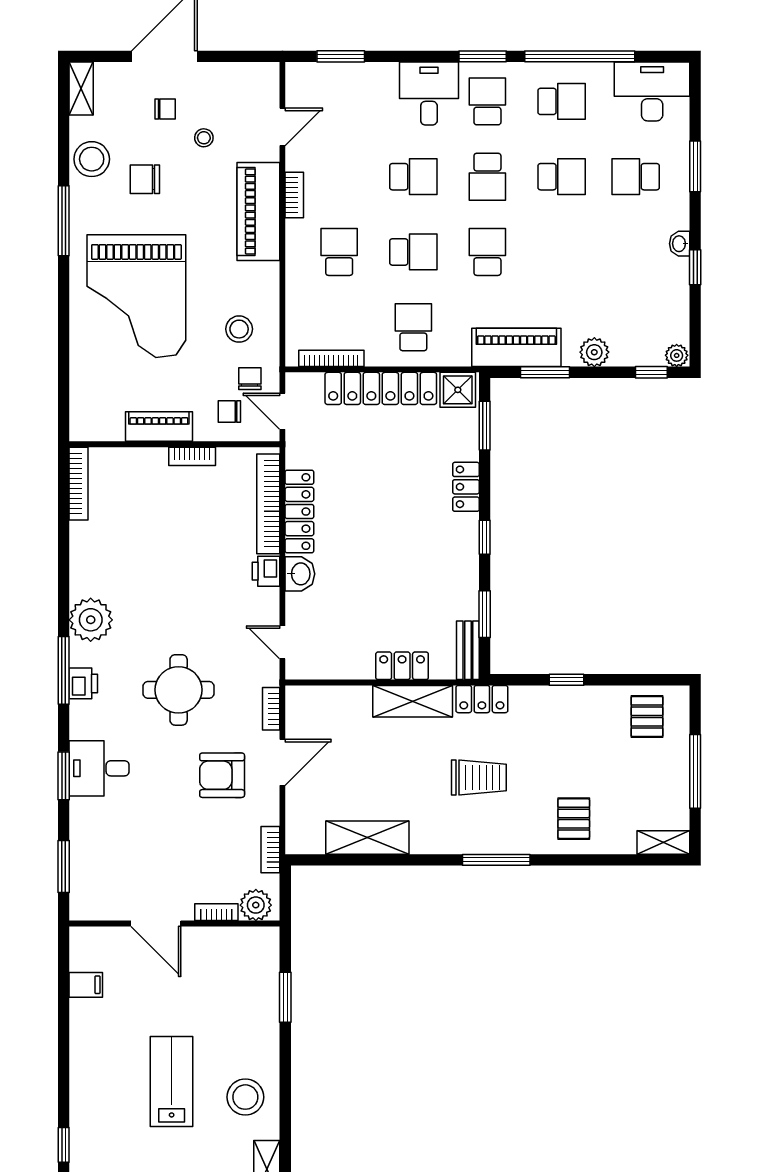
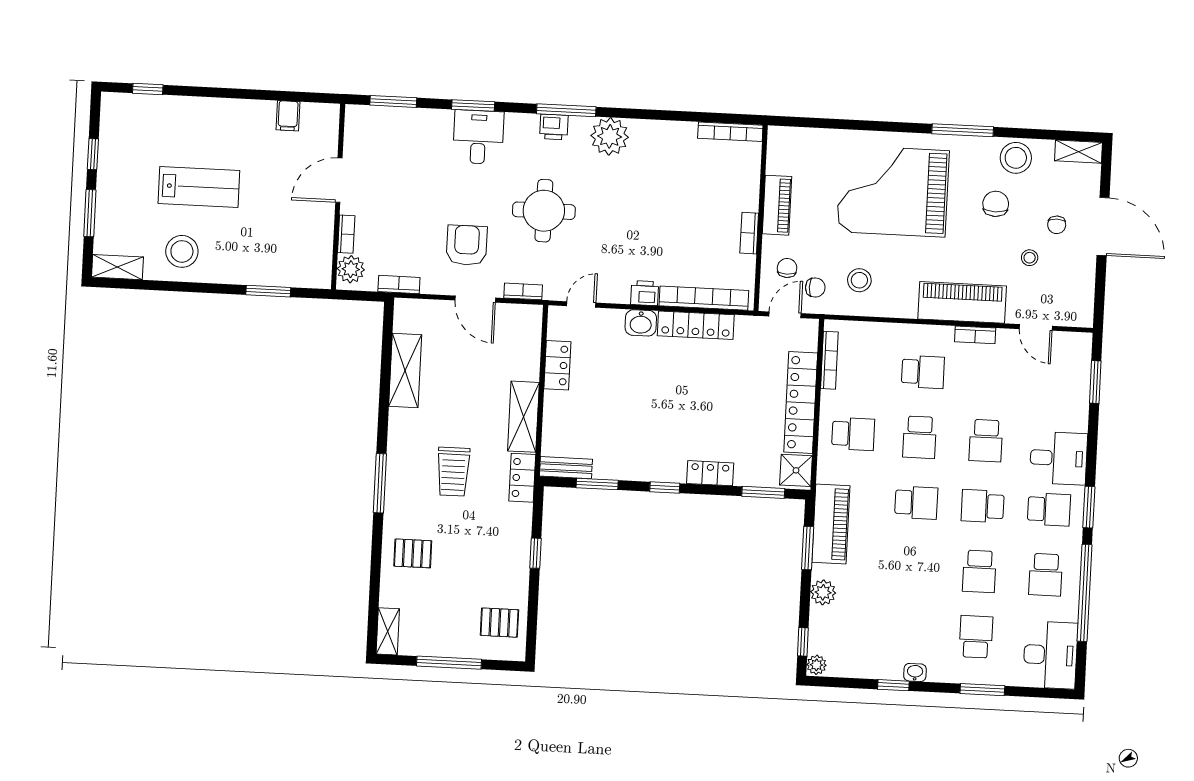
locker: (402, 666) -> (557, 365), moved

